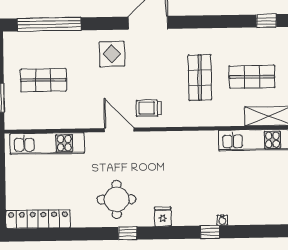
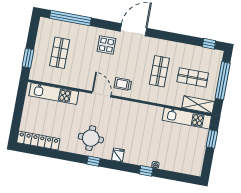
shop shelf: (43, 80) -> (60, 53), turned 90

